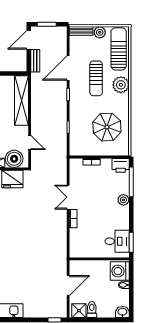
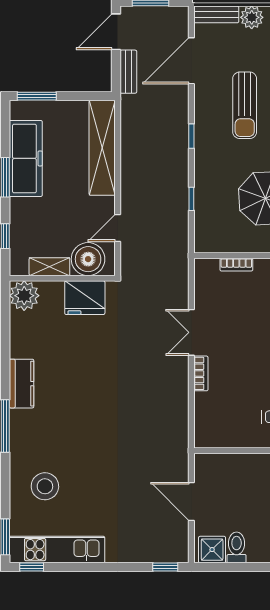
door: (68, 68) -> (191, 61), moved
door: (30, 143) -> (118, 228), swing flipped
door: (68, 286) -> (191, 501), swing flipped

